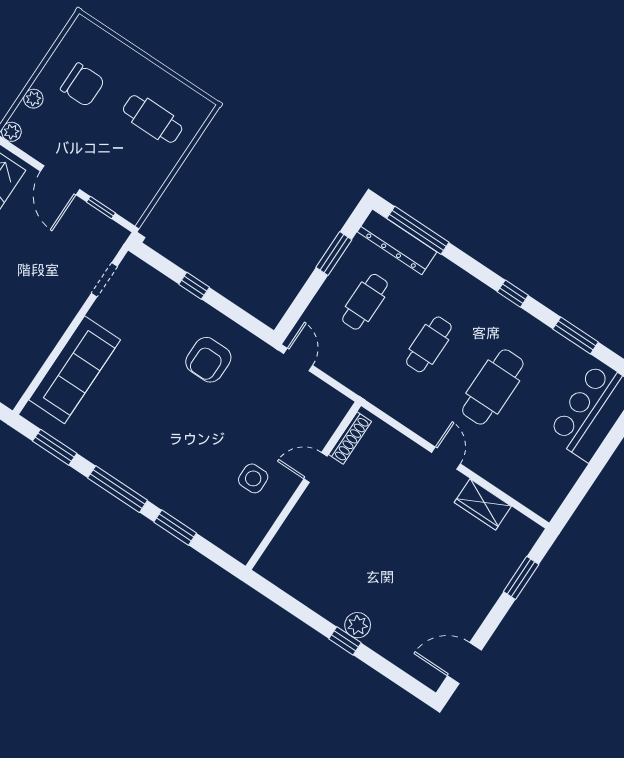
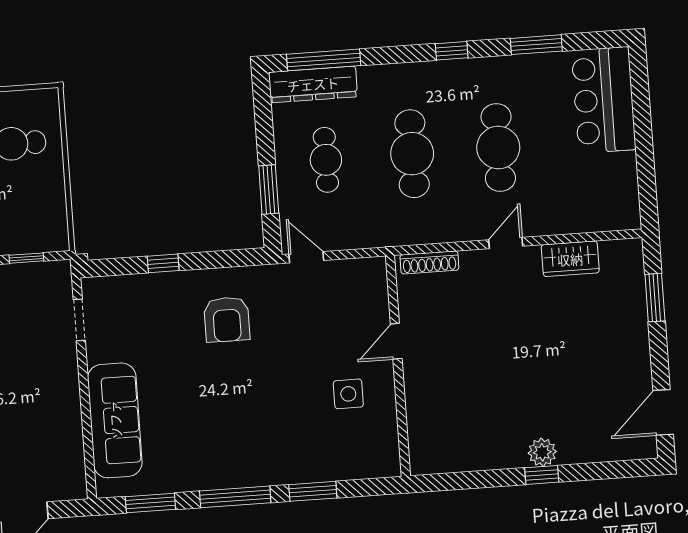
window: (334, 253) -> (269, 190), moved
cafe table: (429, 344) -> (412, 154), width x1.37, depth x1.35
shoe rack: (350, 438) -> (429, 262), moved, turned 90
door: (446, 458) -> (506, 243), hinge flipped

